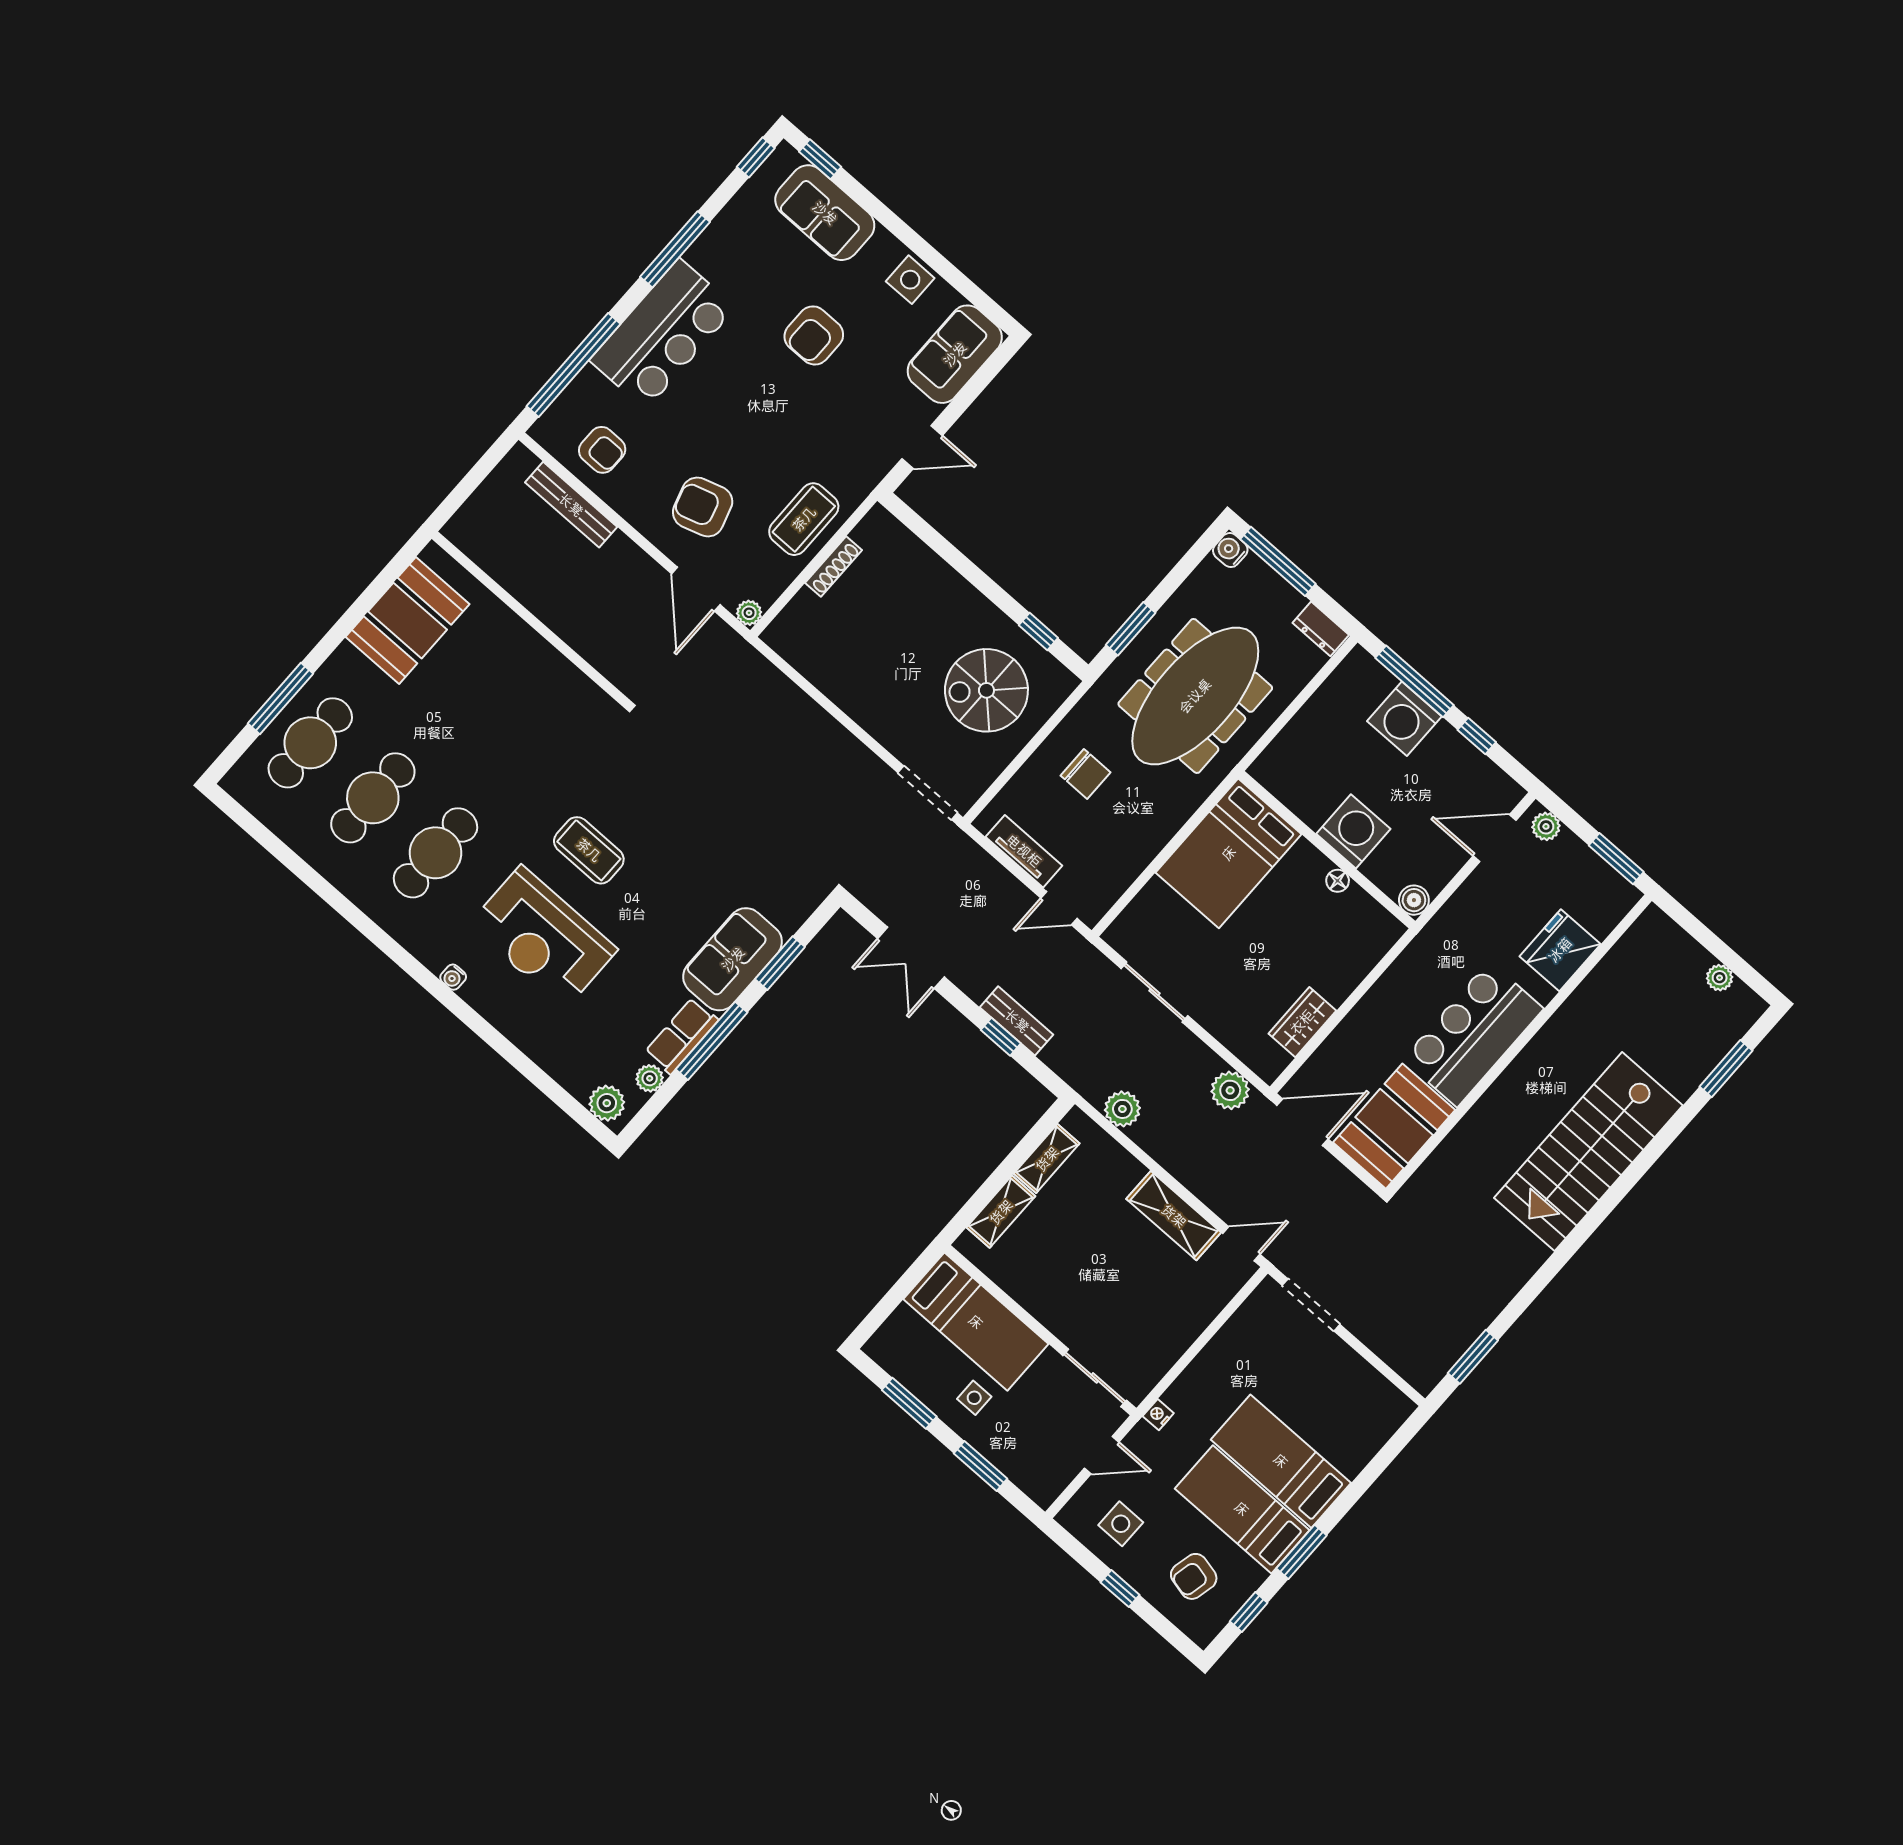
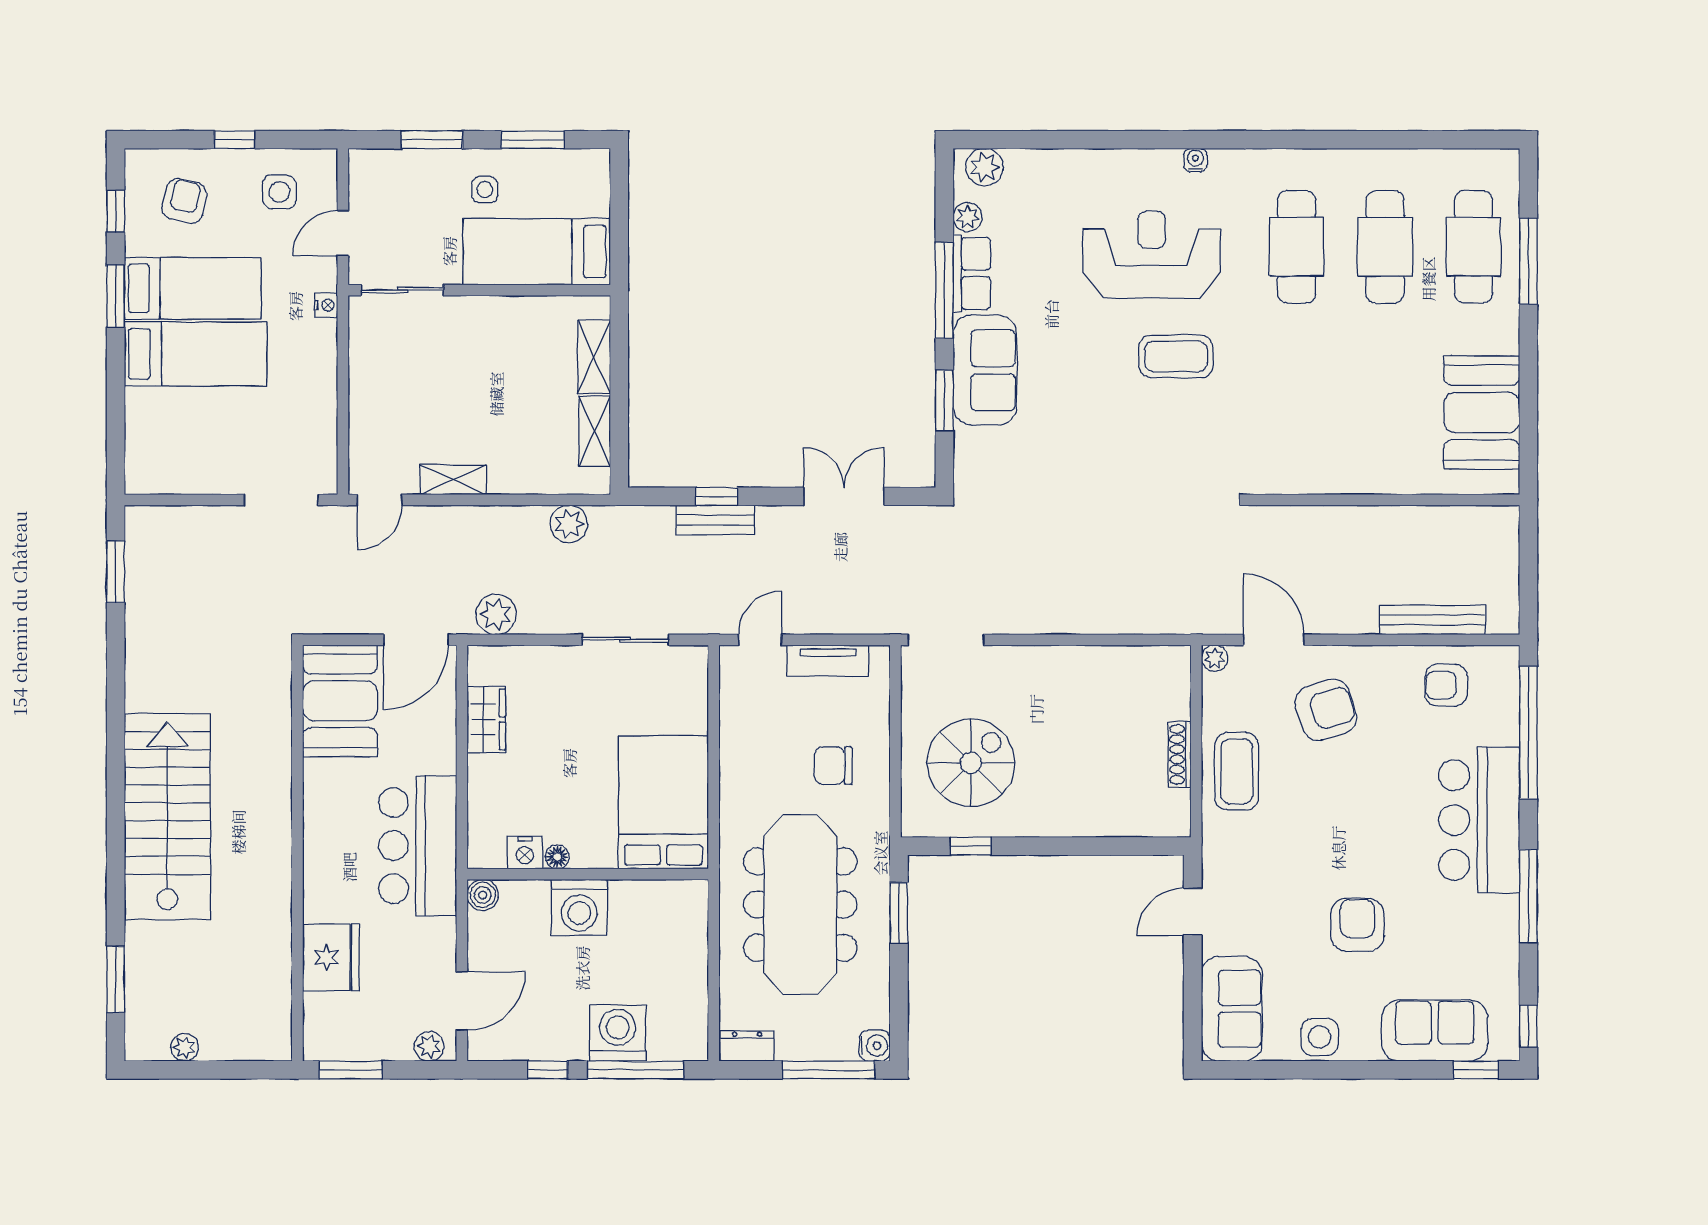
nightstand: (1358, 904) -> (525, 853), added
bar counter: (1473, 1034) -> (418, 846), moved, turned 180
shelving: (1174, 1216) -> (453, 480), width x0.67, depth x0.75

